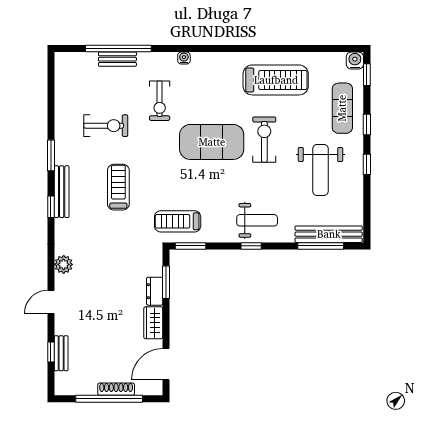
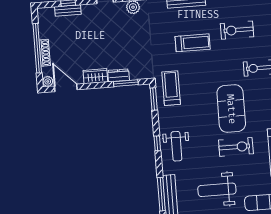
exercise bike: (106, 126) -> (237, 30), turned 90
plant: (155, 388) -> (48, 81), added

